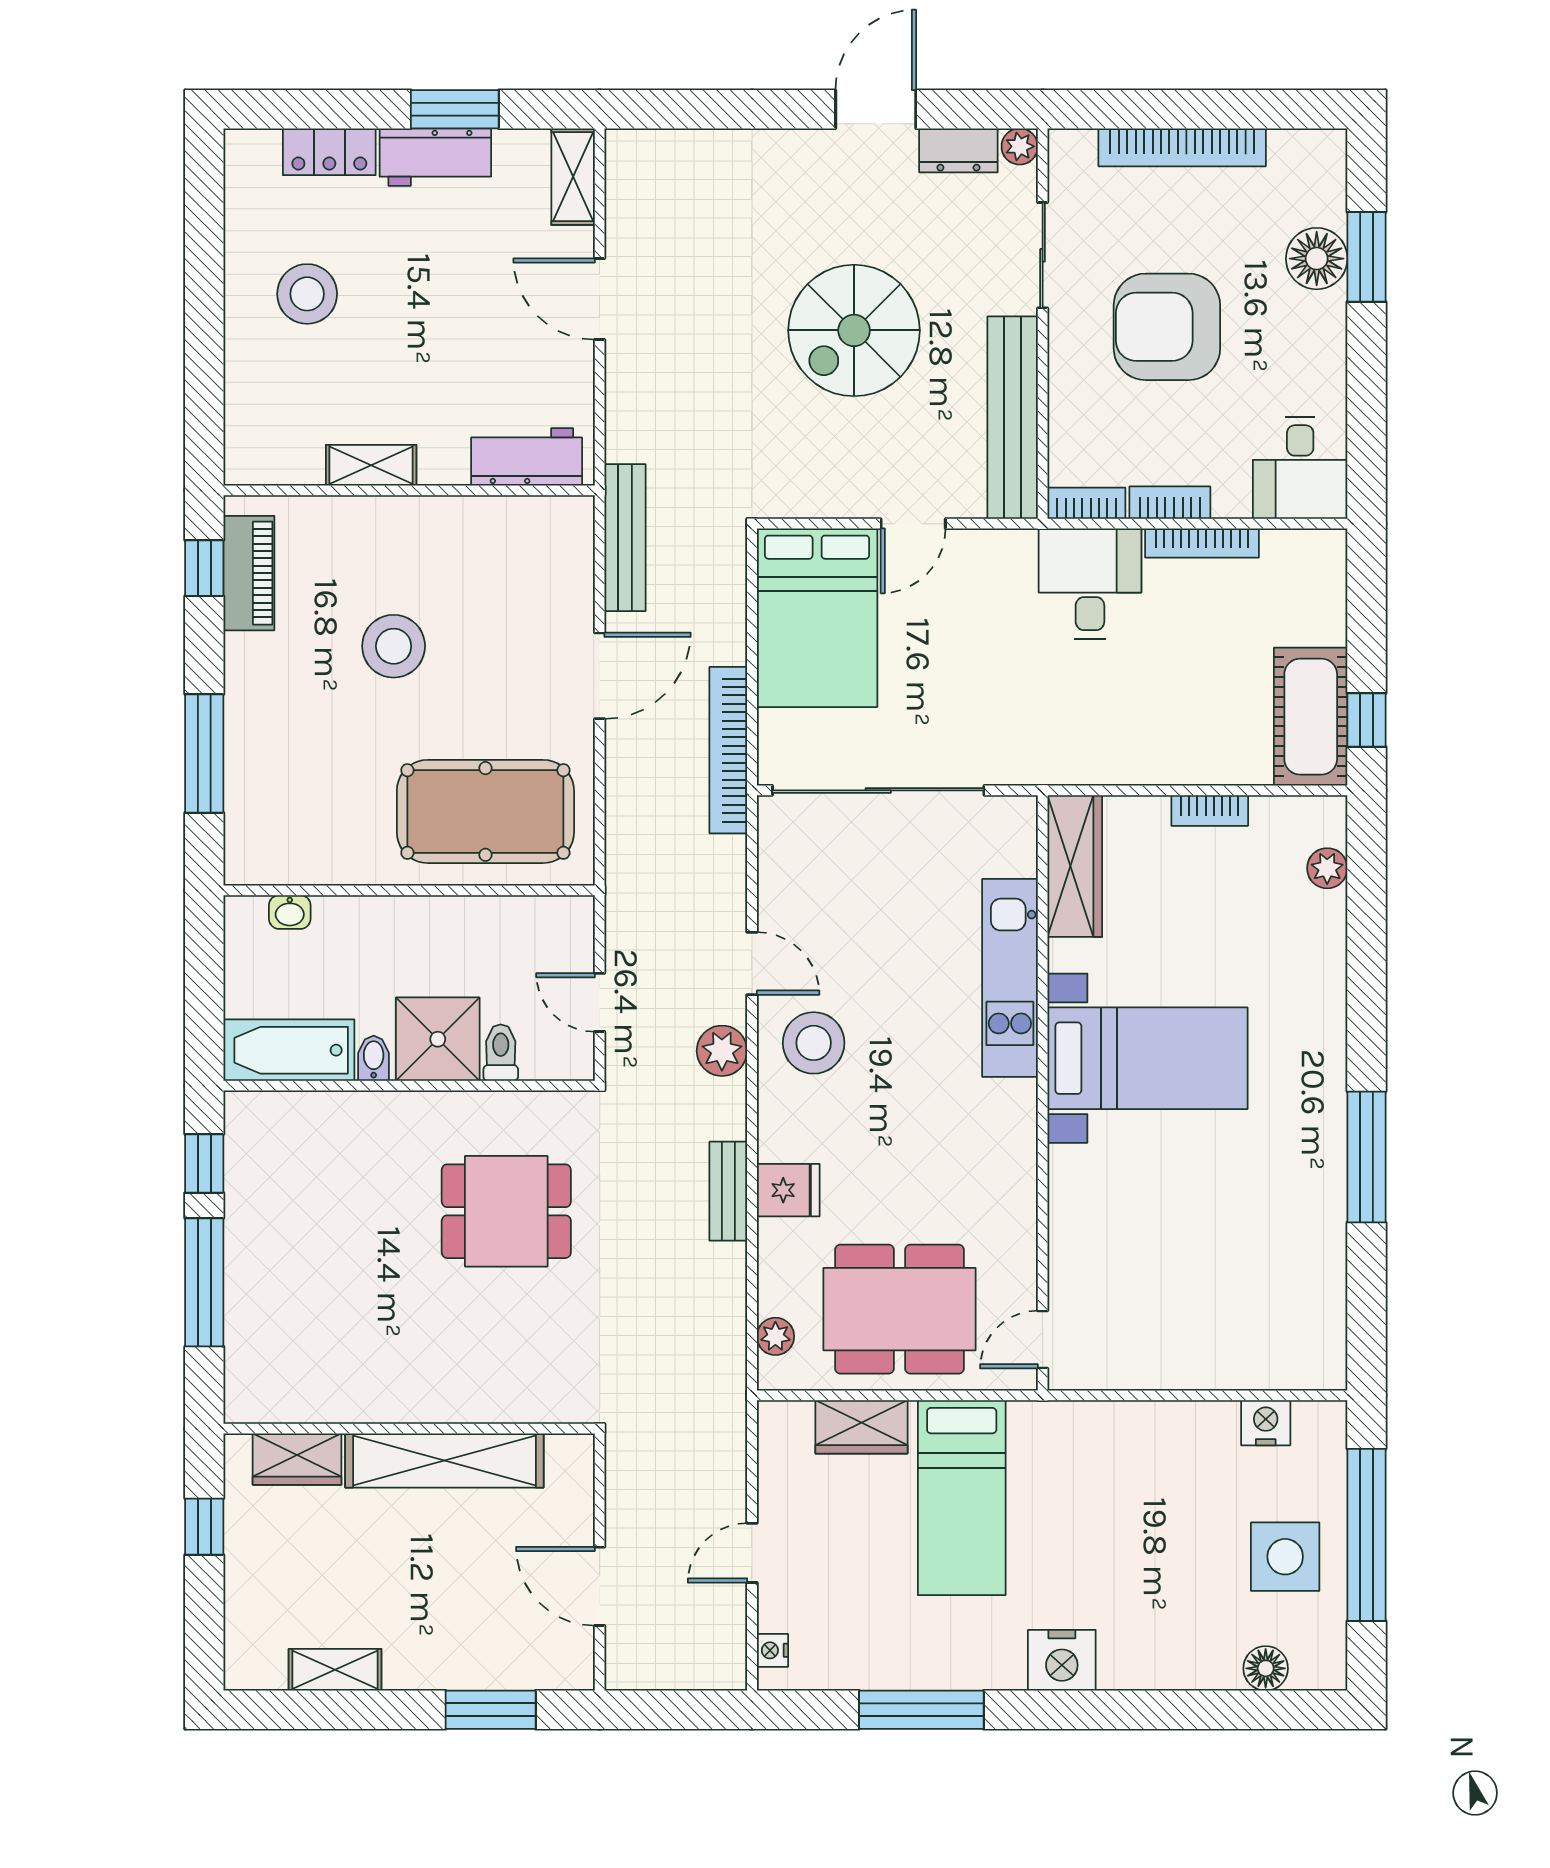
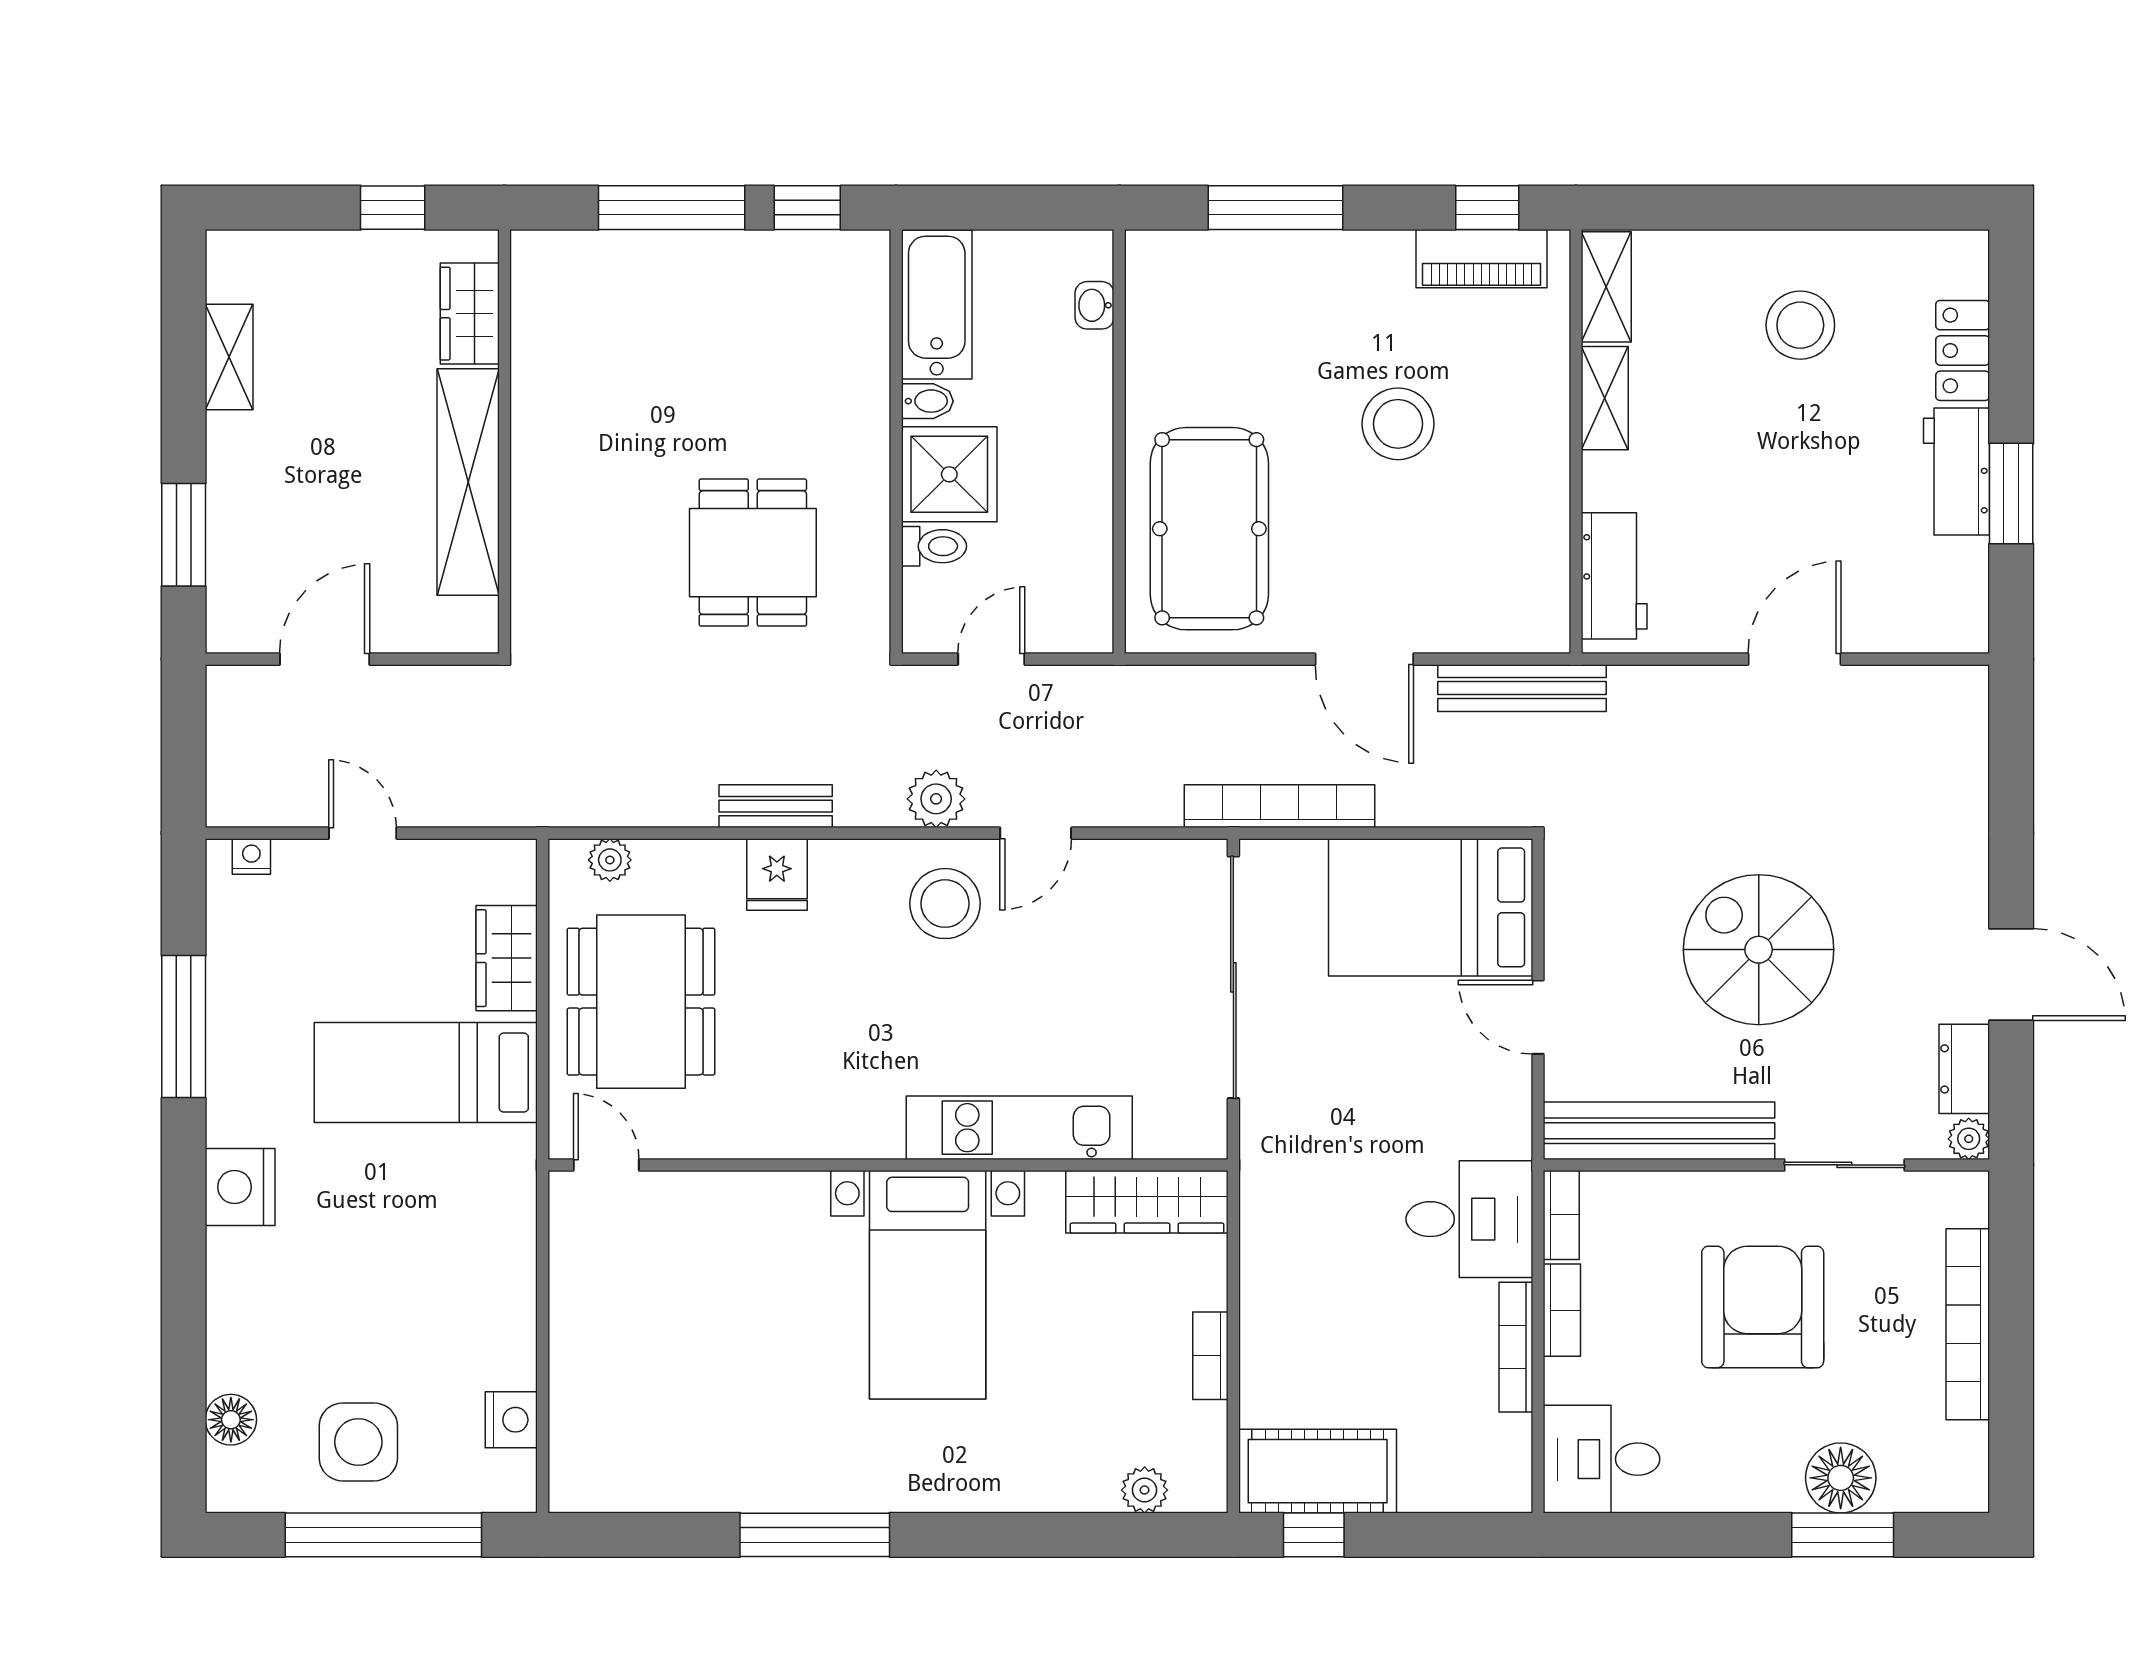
shelving: (573, 177) -> (1606, 287), moved, turned 90

